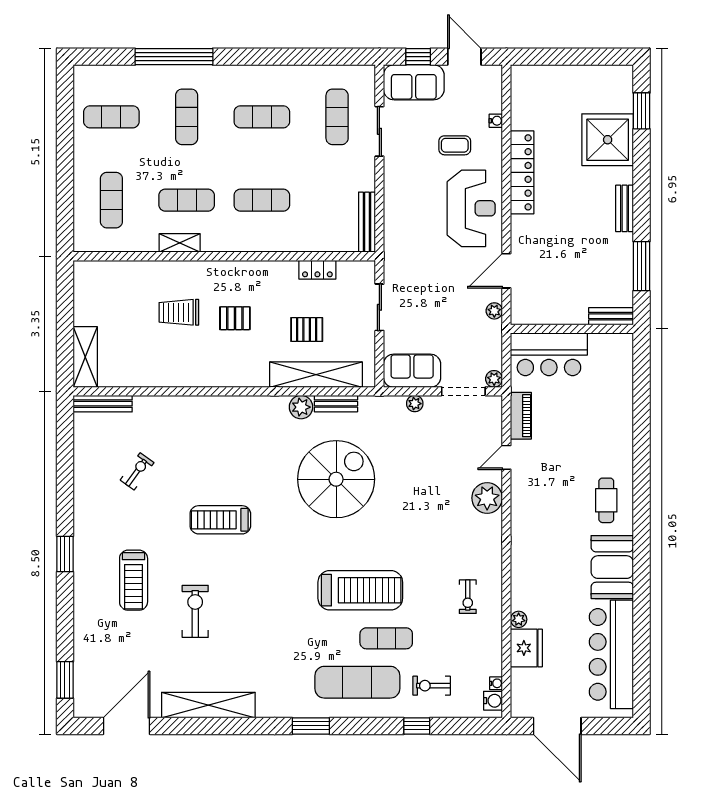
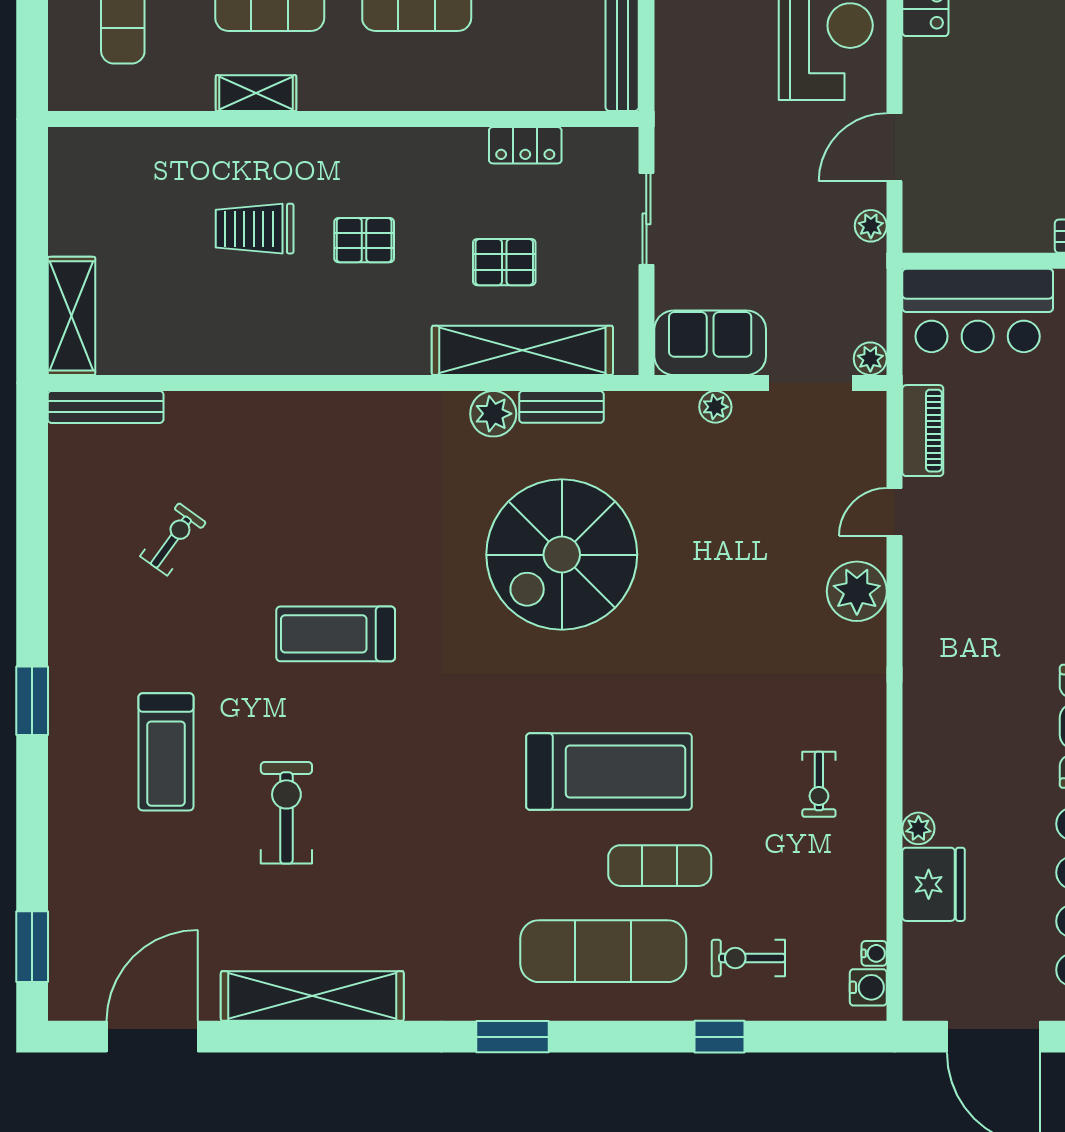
spiral stairs: (336, 479) -> (562, 555), turned 180

